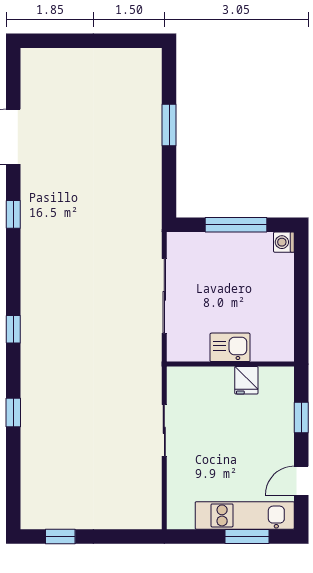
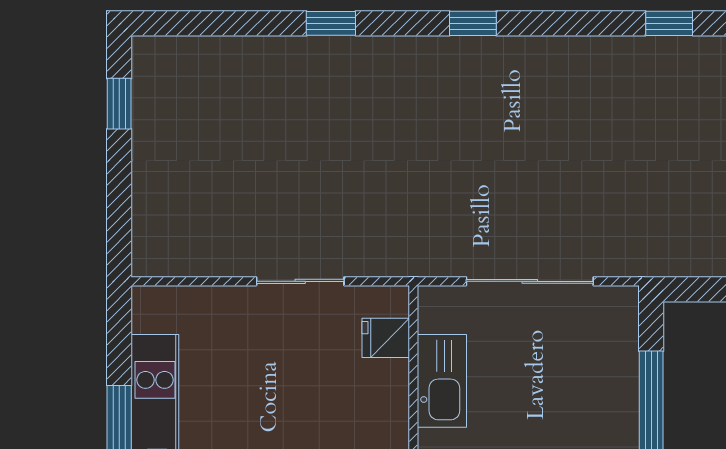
kitchen sink: (230, 347) -> (442, 381), width x1.38
fridge: (246, 380) -> (386, 338), moved

